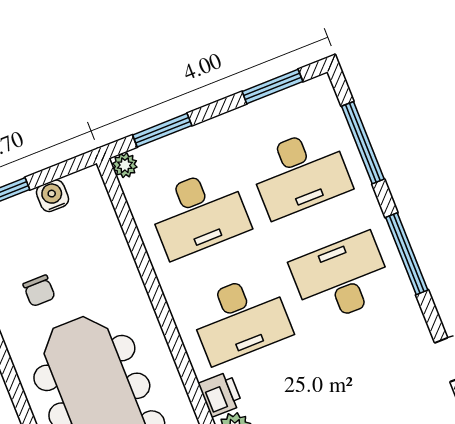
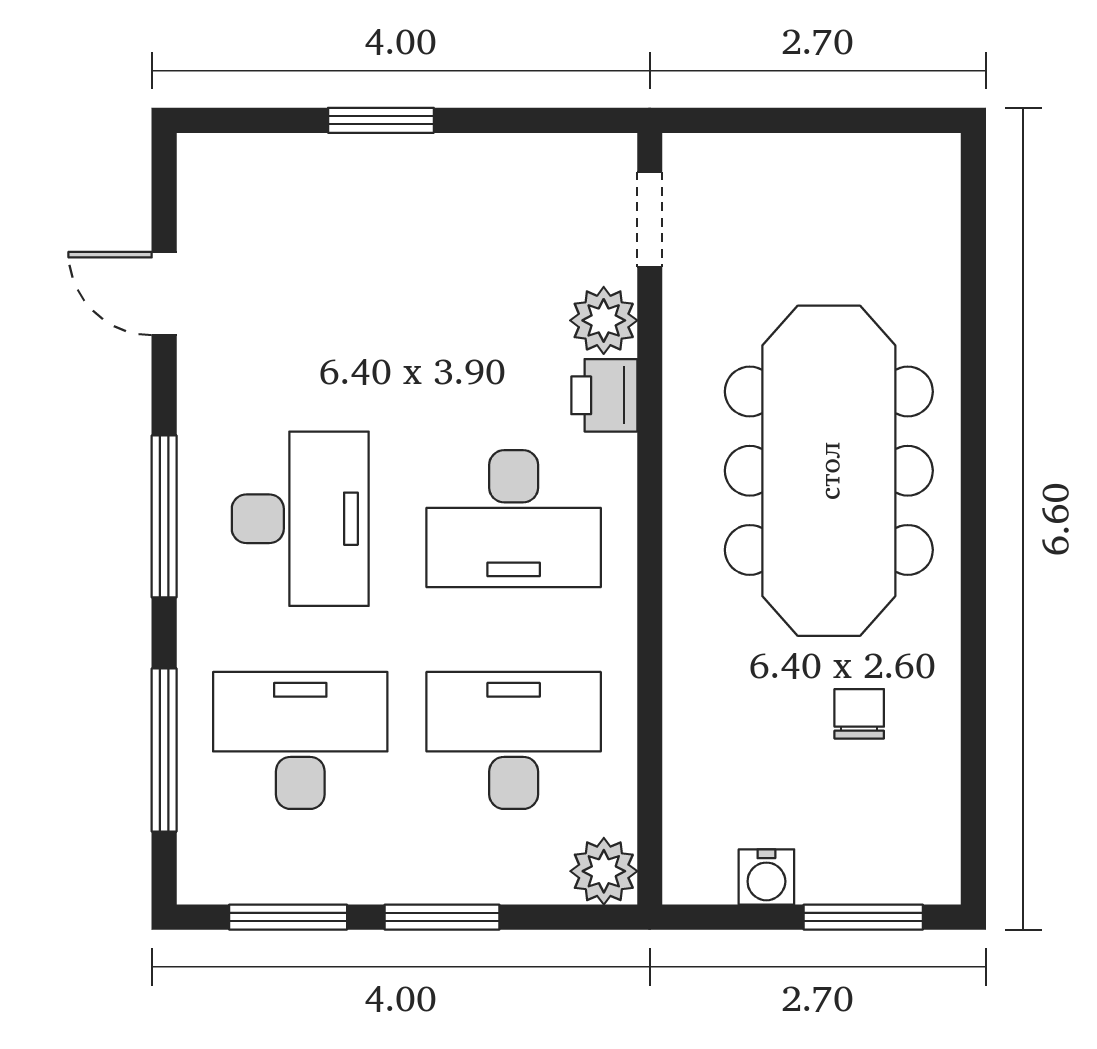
window: (162, 130) -> (442, 917), moved
plant: (125, 165) -> (604, 871), width x1.38, depth x1.38
desk: (342, 278) -> (300, 519), turned -90
desk: (240, 318) -> (514, 519), turned 180

